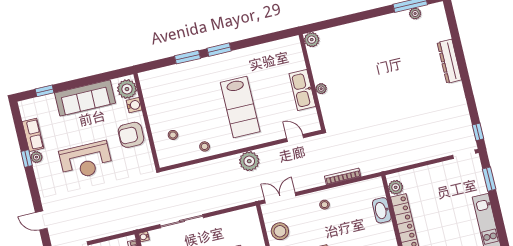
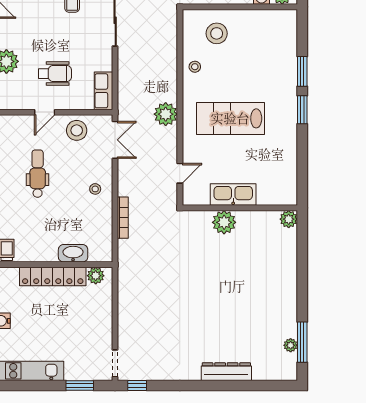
plant: (321, 89) -> (224, 222), width x1.88, depth x1.88
stool: (173, 135) -> (217, 33), width x1.89, depth x1.89
row of seats: (242, 217) -> (104, 91), added

